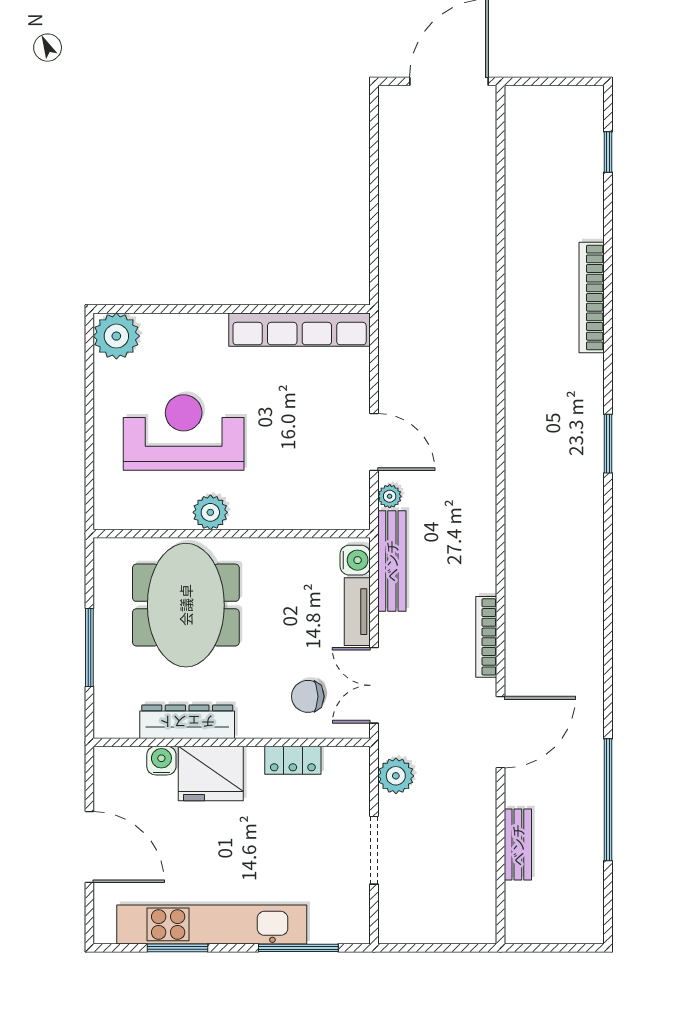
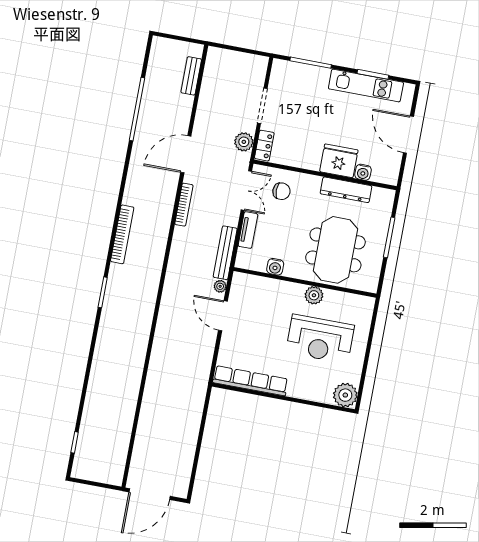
bookcase: (592, 298) -> (122, 234), moved
water cooler: (355, 560) -> (275, 267), moved, turned -90
locker: (293, 760) -> (264, 146), moved, turned 90
bench: (518, 845) -> (191, 76), moved
kitchen unit: (212, 924) -> (366, 86), width x0.73

